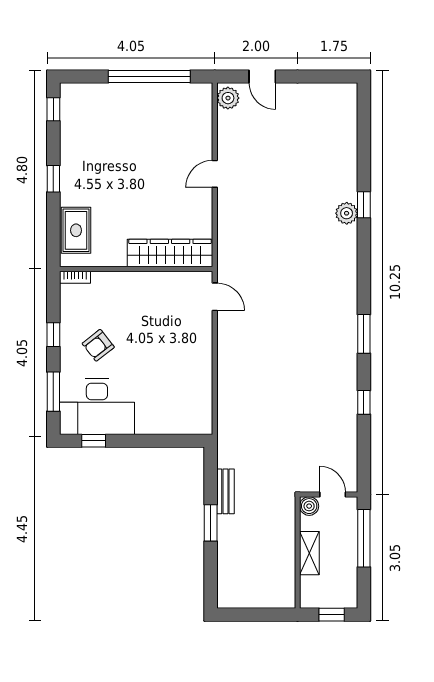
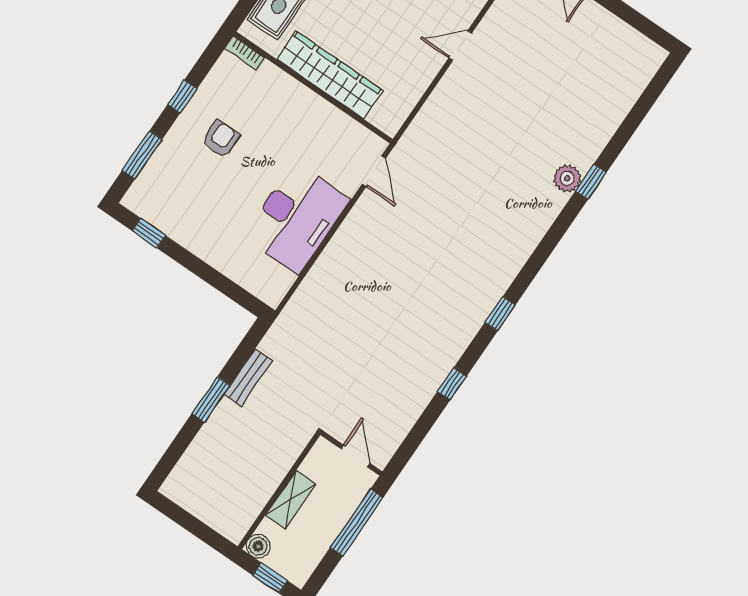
wardrobe: (170, 253) -> (329, 75), moved
window: (364, 334) -> (500, 314), width x0.67
armchair: (98, 345) -> (221, 139), turned 128
desk: (97, 407) -> (297, 218), moved, turned -90
boiler: (309, 506) -> (258, 546), moved

